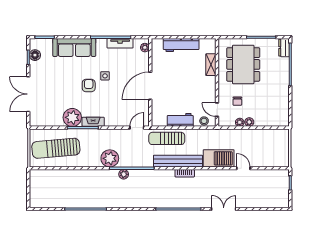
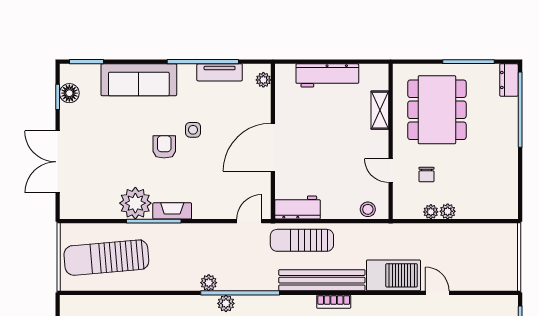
door: (217, 110) -> (391, 171), moved
workbench: (180, 120) -> (298, 207), moved
plant: (110, 158) -> (209, 283), width x0.53, depth x0.53

